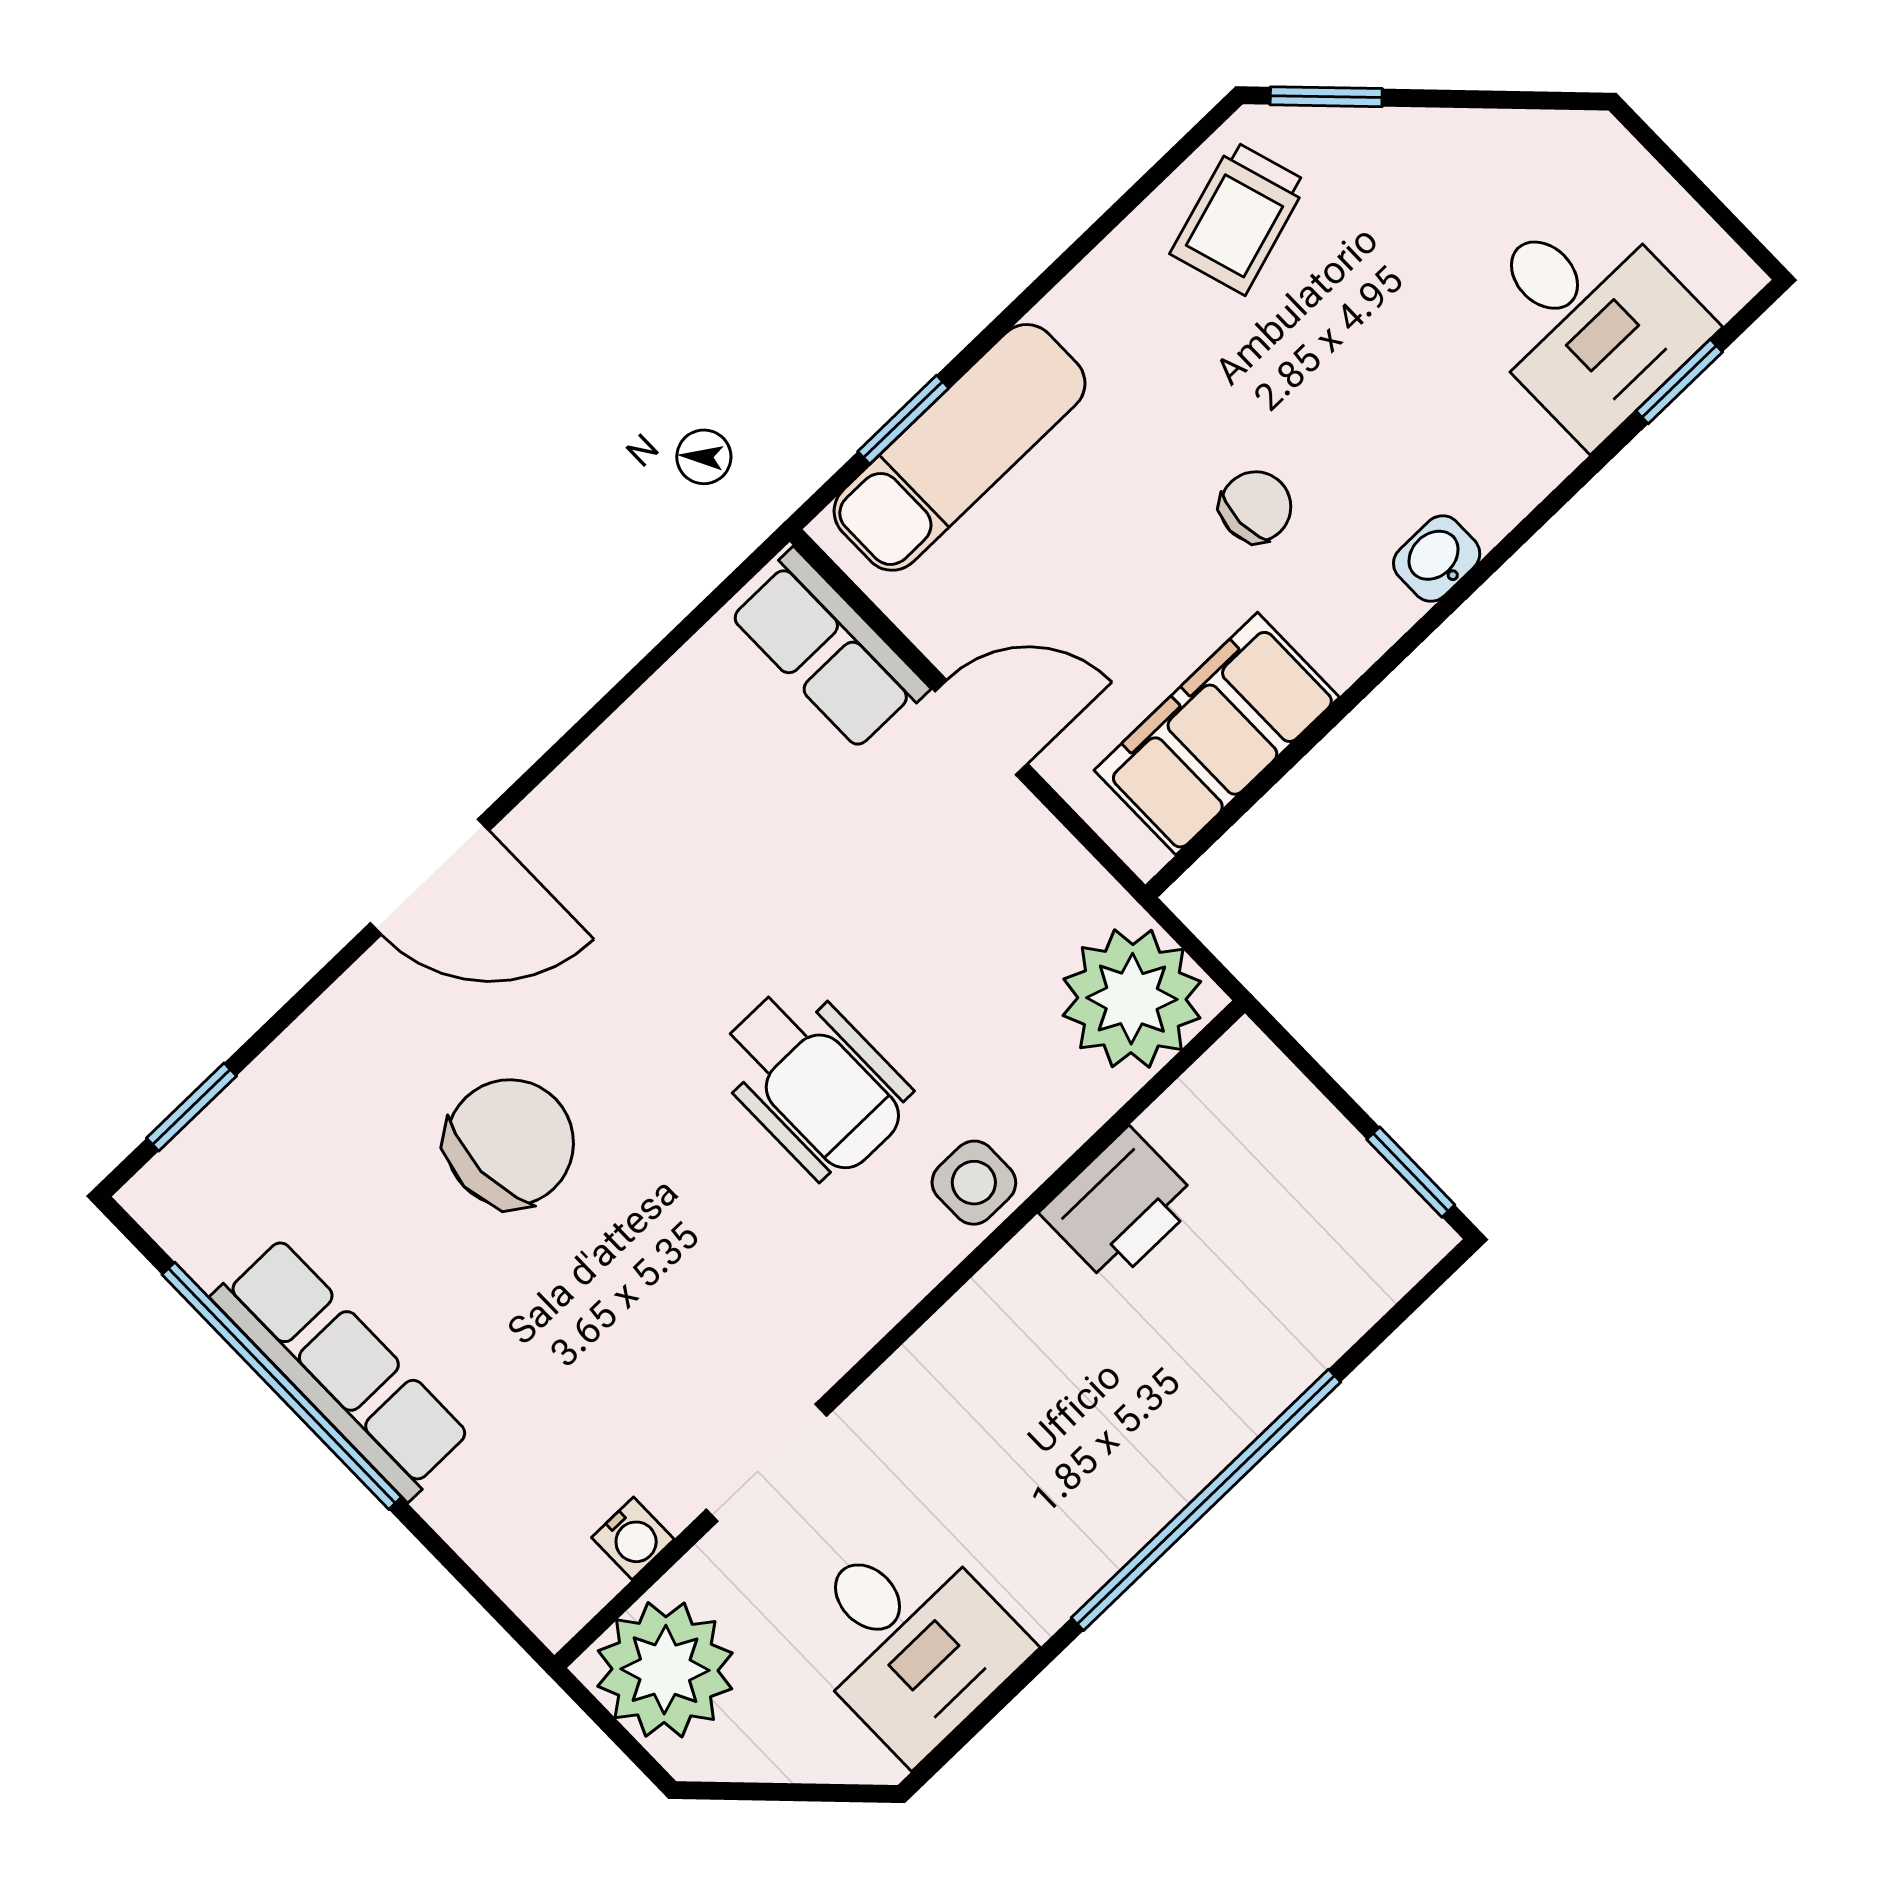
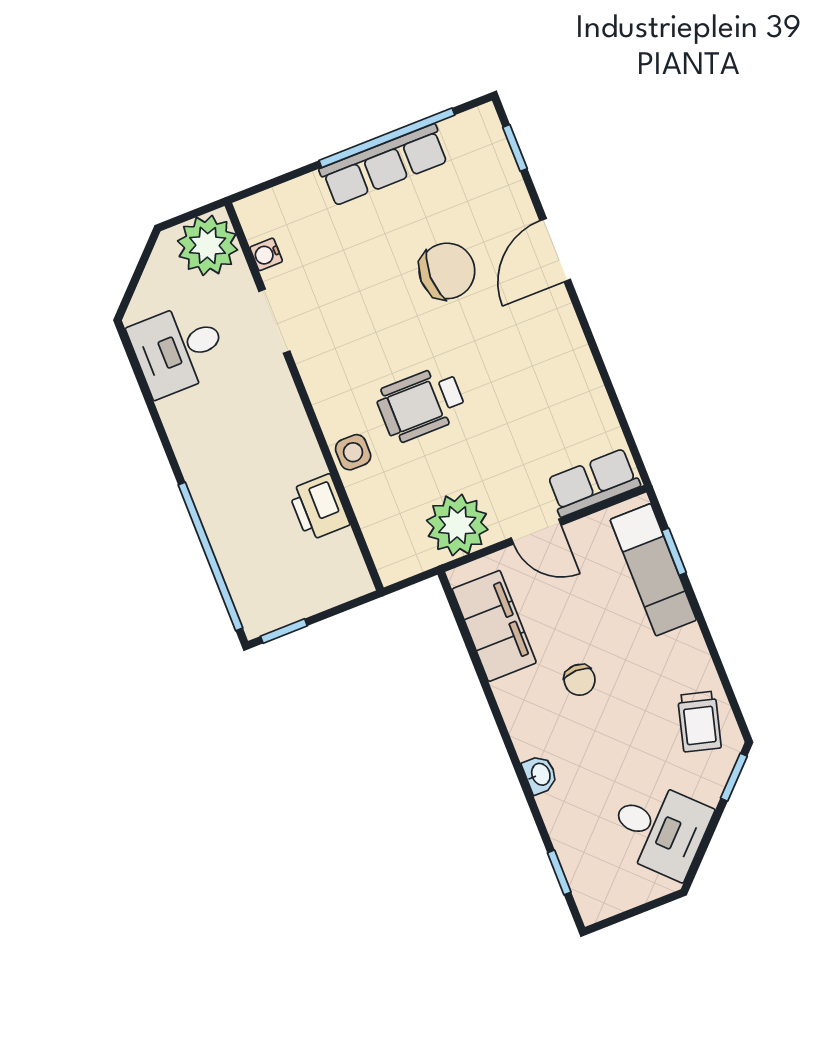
trolley: (1239, 218) -> (699, 722), turned -148
desk: (1587, 320) -> (659, 829), moved, turned -135
washbasin: (1437, 559) -> (540, 775), moved
door: (981, 727) -> (536, 532), hinge flipped
door: (430, 877) -> (555, 250), moved
plant: (1132, 999) -> (457, 525), moved
chair: (510, 1143) -> (447, 271), turned -90
window: (1206, 1500) -> (211, 556), moved

